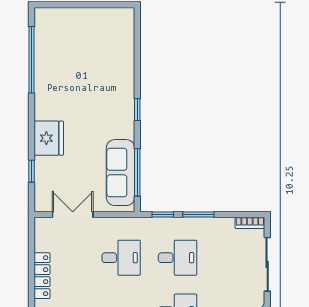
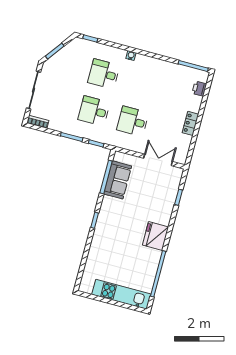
kitchen unit: (74, 19) -> (121, 294), added
fridge: (49, 138) -> (156, 236), moved
sofa: (121, 173) -> (118, 180), width x0.73
double door: (73, 214) -> (158, 160), swing flipped
locker: (42, 276) -> (190, 123), width x0.66

